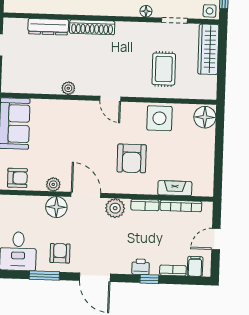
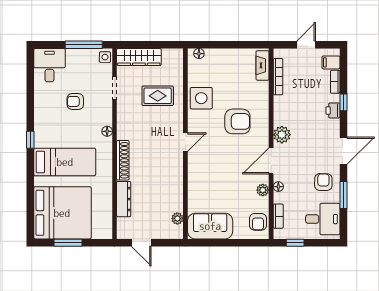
floor lamp: (146, 11) -> (107, 131), moved
plant: (68, 88) -> (177, 218), moved
floor lamp: (205, 117) -> (199, 54), width x0.53, depth x0.53
armchair: (17, 178) -> (258, 222), turned 180
fireplace: (175, 188) -> (263, 65), moved
bookcase: (145, 205) -> (278, 216), moved
floor lamp: (56, 207) -> (278, 187), width x0.53, depth x0.53
door: (216, 239) -> (306, 45), swing flipped
armchair: (60, 253) -> (323, 182), turned 91

